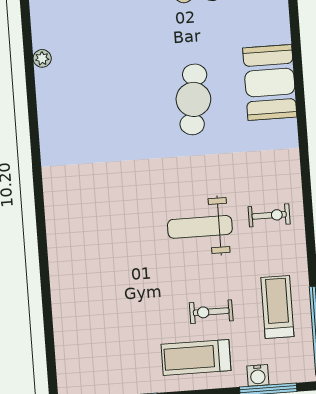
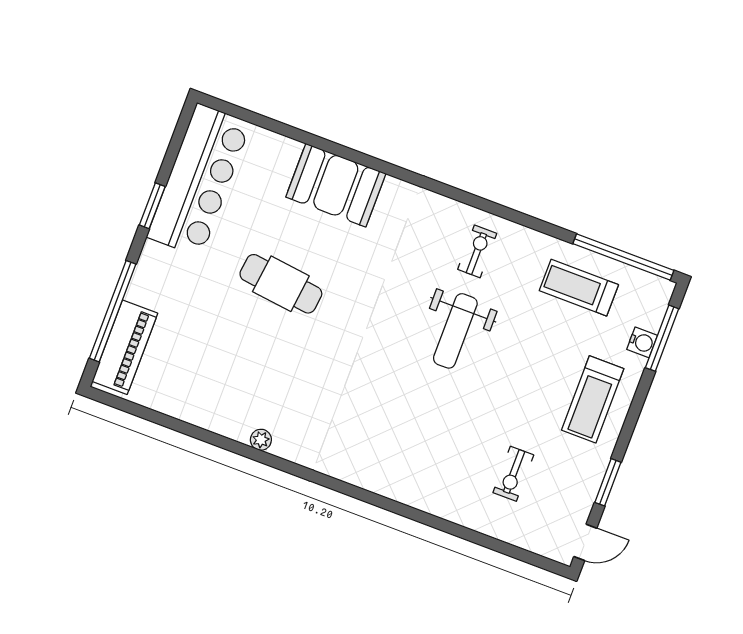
plant: (42, 58) -> (261, 440), moved
cafe table: (193, 99) -> (281, 284), moved
exercise bike: (211, 312) -> (513, 474), moved

